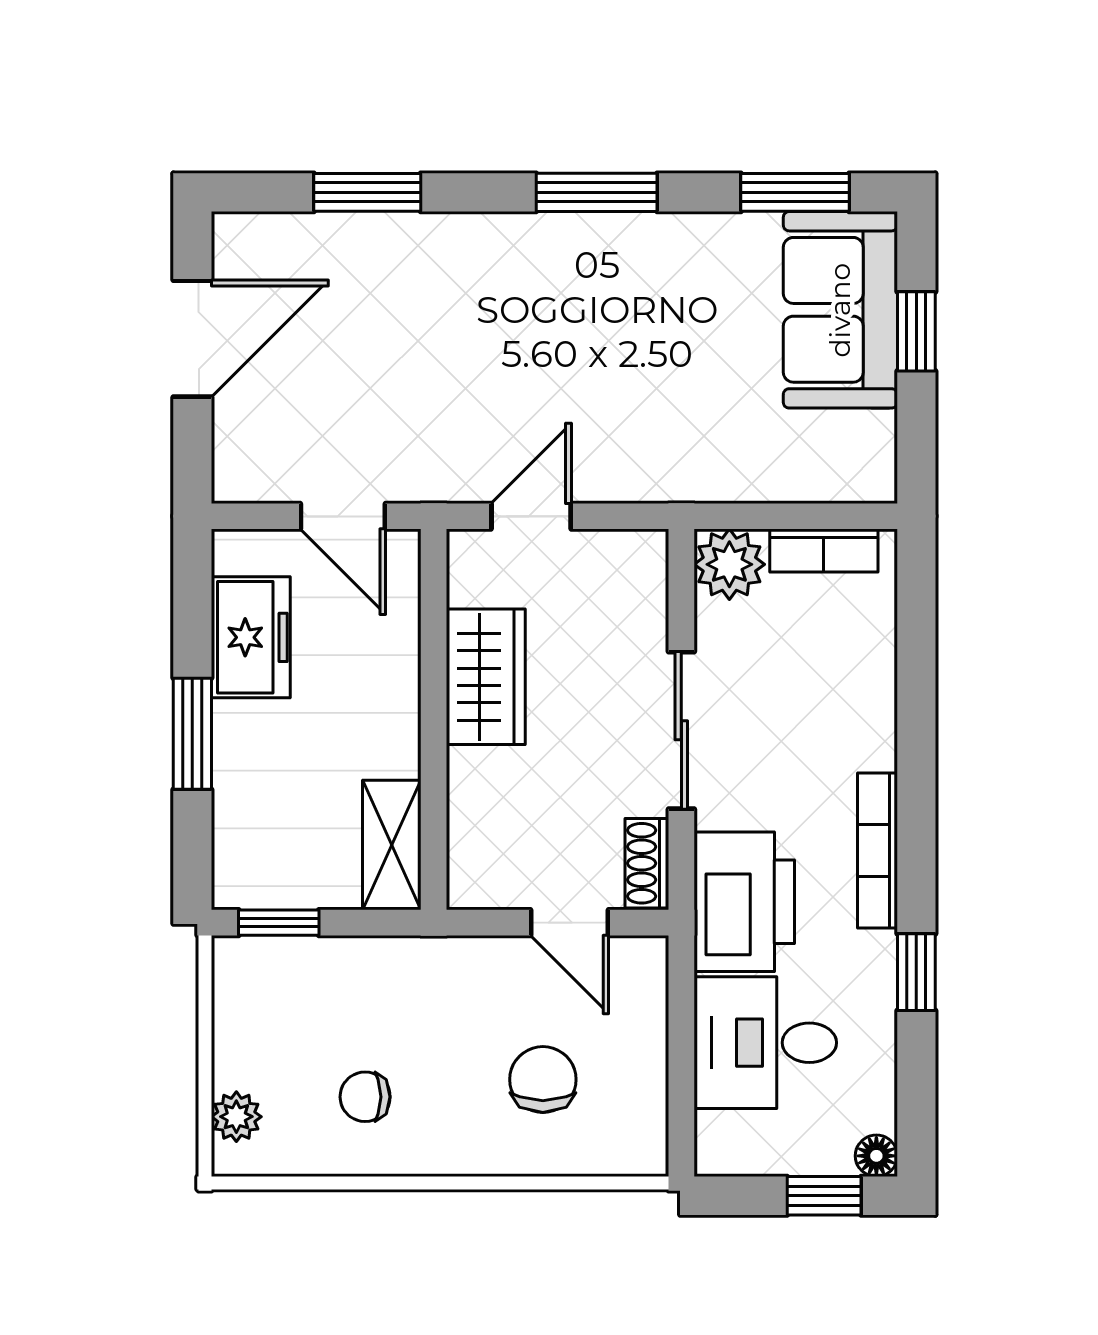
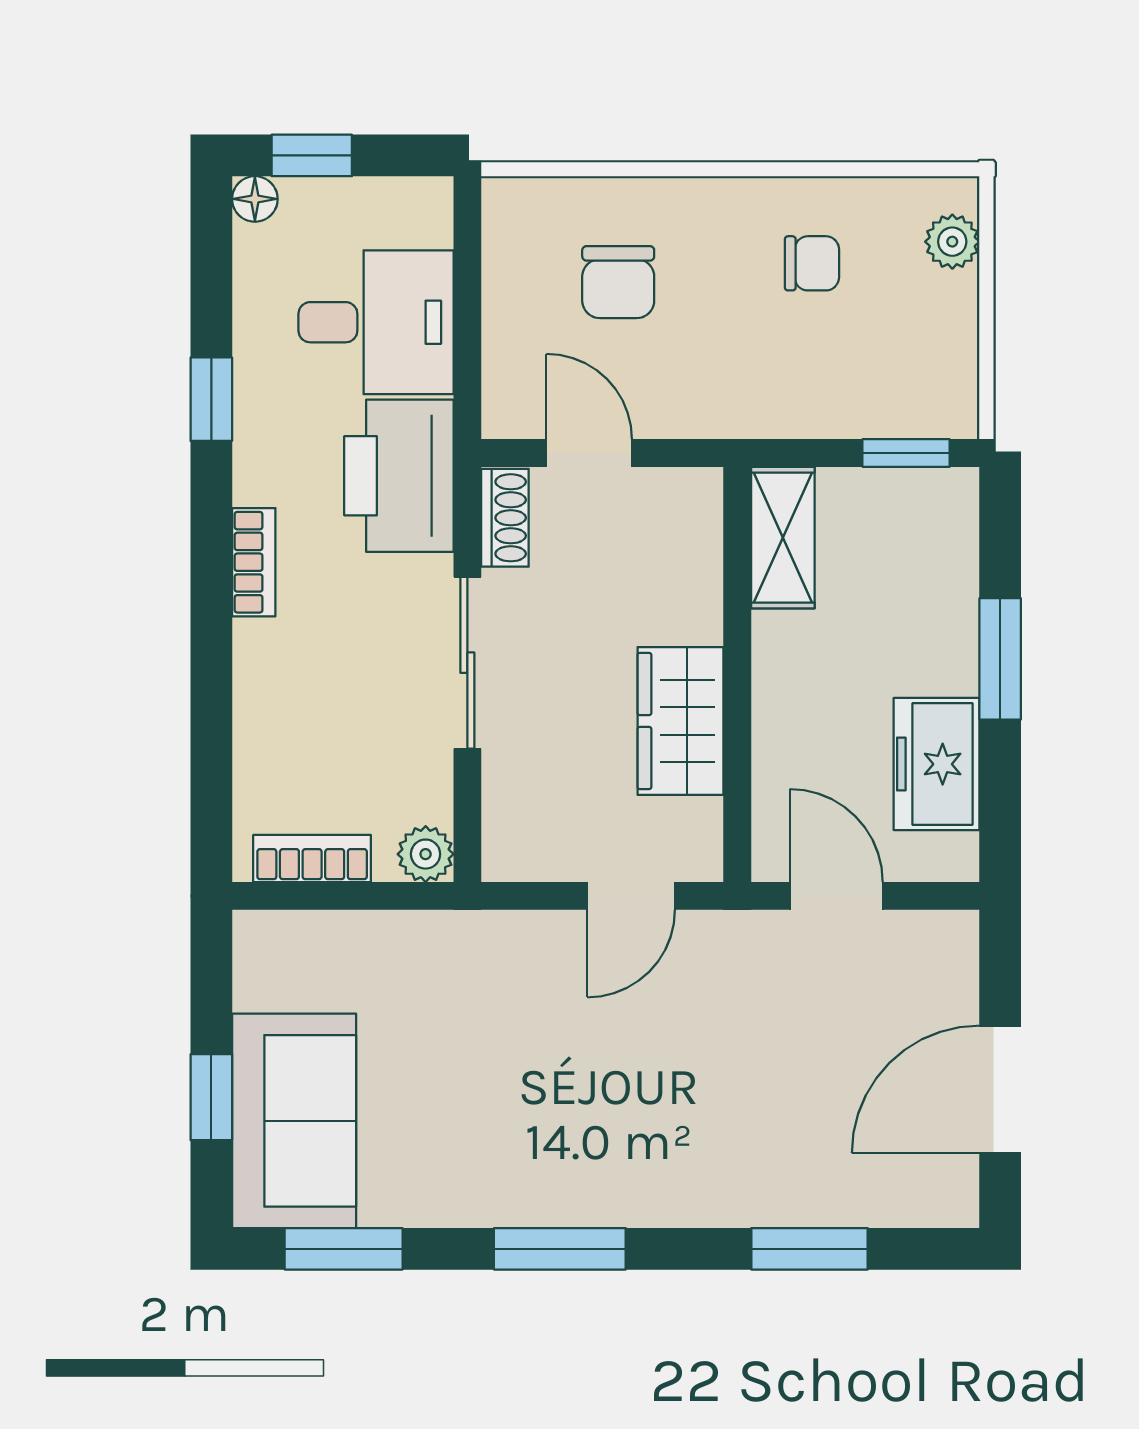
plant: (729, 564) -> (426, 854), width x0.73, depth x0.73
bookcase: (877, 850) -> (254, 562), width x0.64

